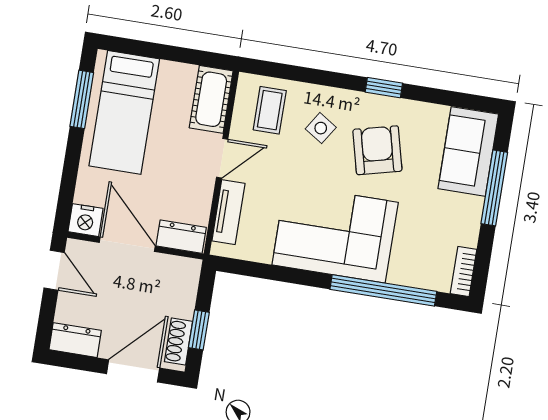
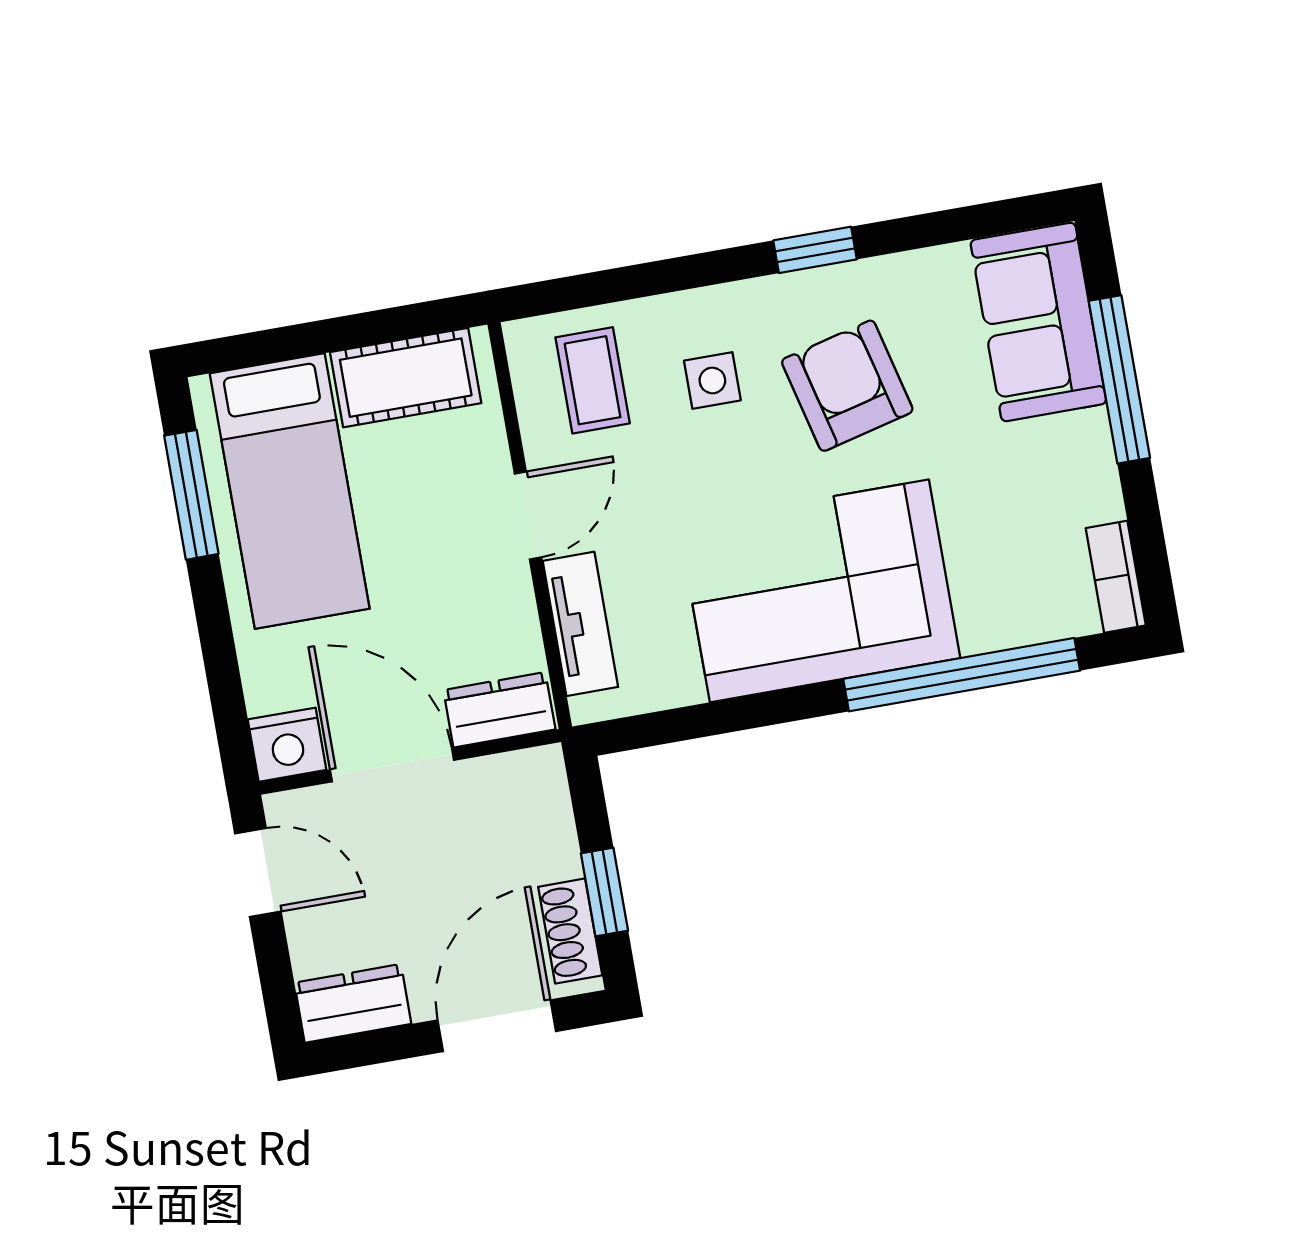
cot: (211, 99) -> (406, 378), moved, turned 90
side table: (321, 128) -> (712, 380), turned -33

